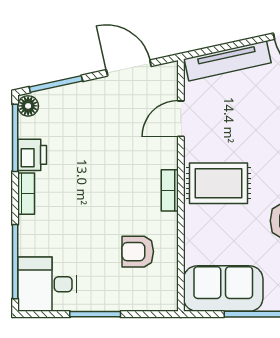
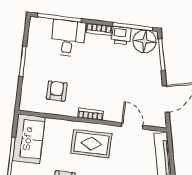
floor lamp: (28, 106) -> (145, 41), width x1.89, depth x1.89
rug: (219, 183) -> (91, 144), turned 90
desk: (47, 284) -> (68, 38), moved

